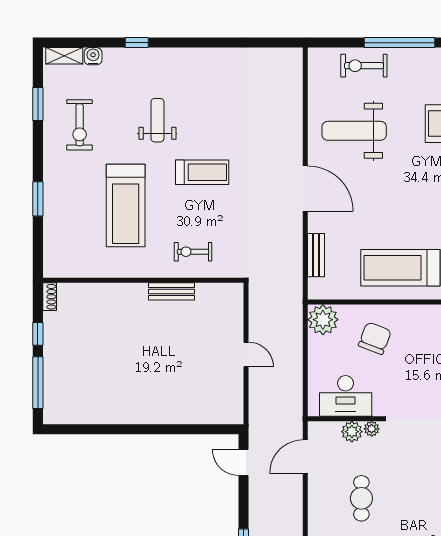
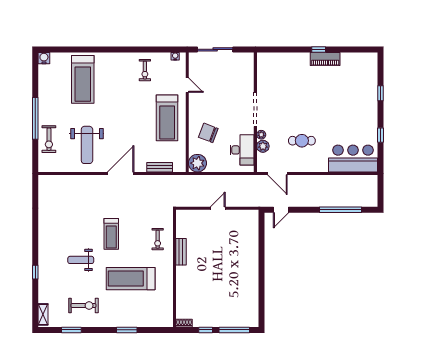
water cooler: (93, 56) -> (43, 298), removed
treadmill: (202, 172) -> (111, 234), turned 180
treadmill: (126, 206) -> (131, 279), turned 180

